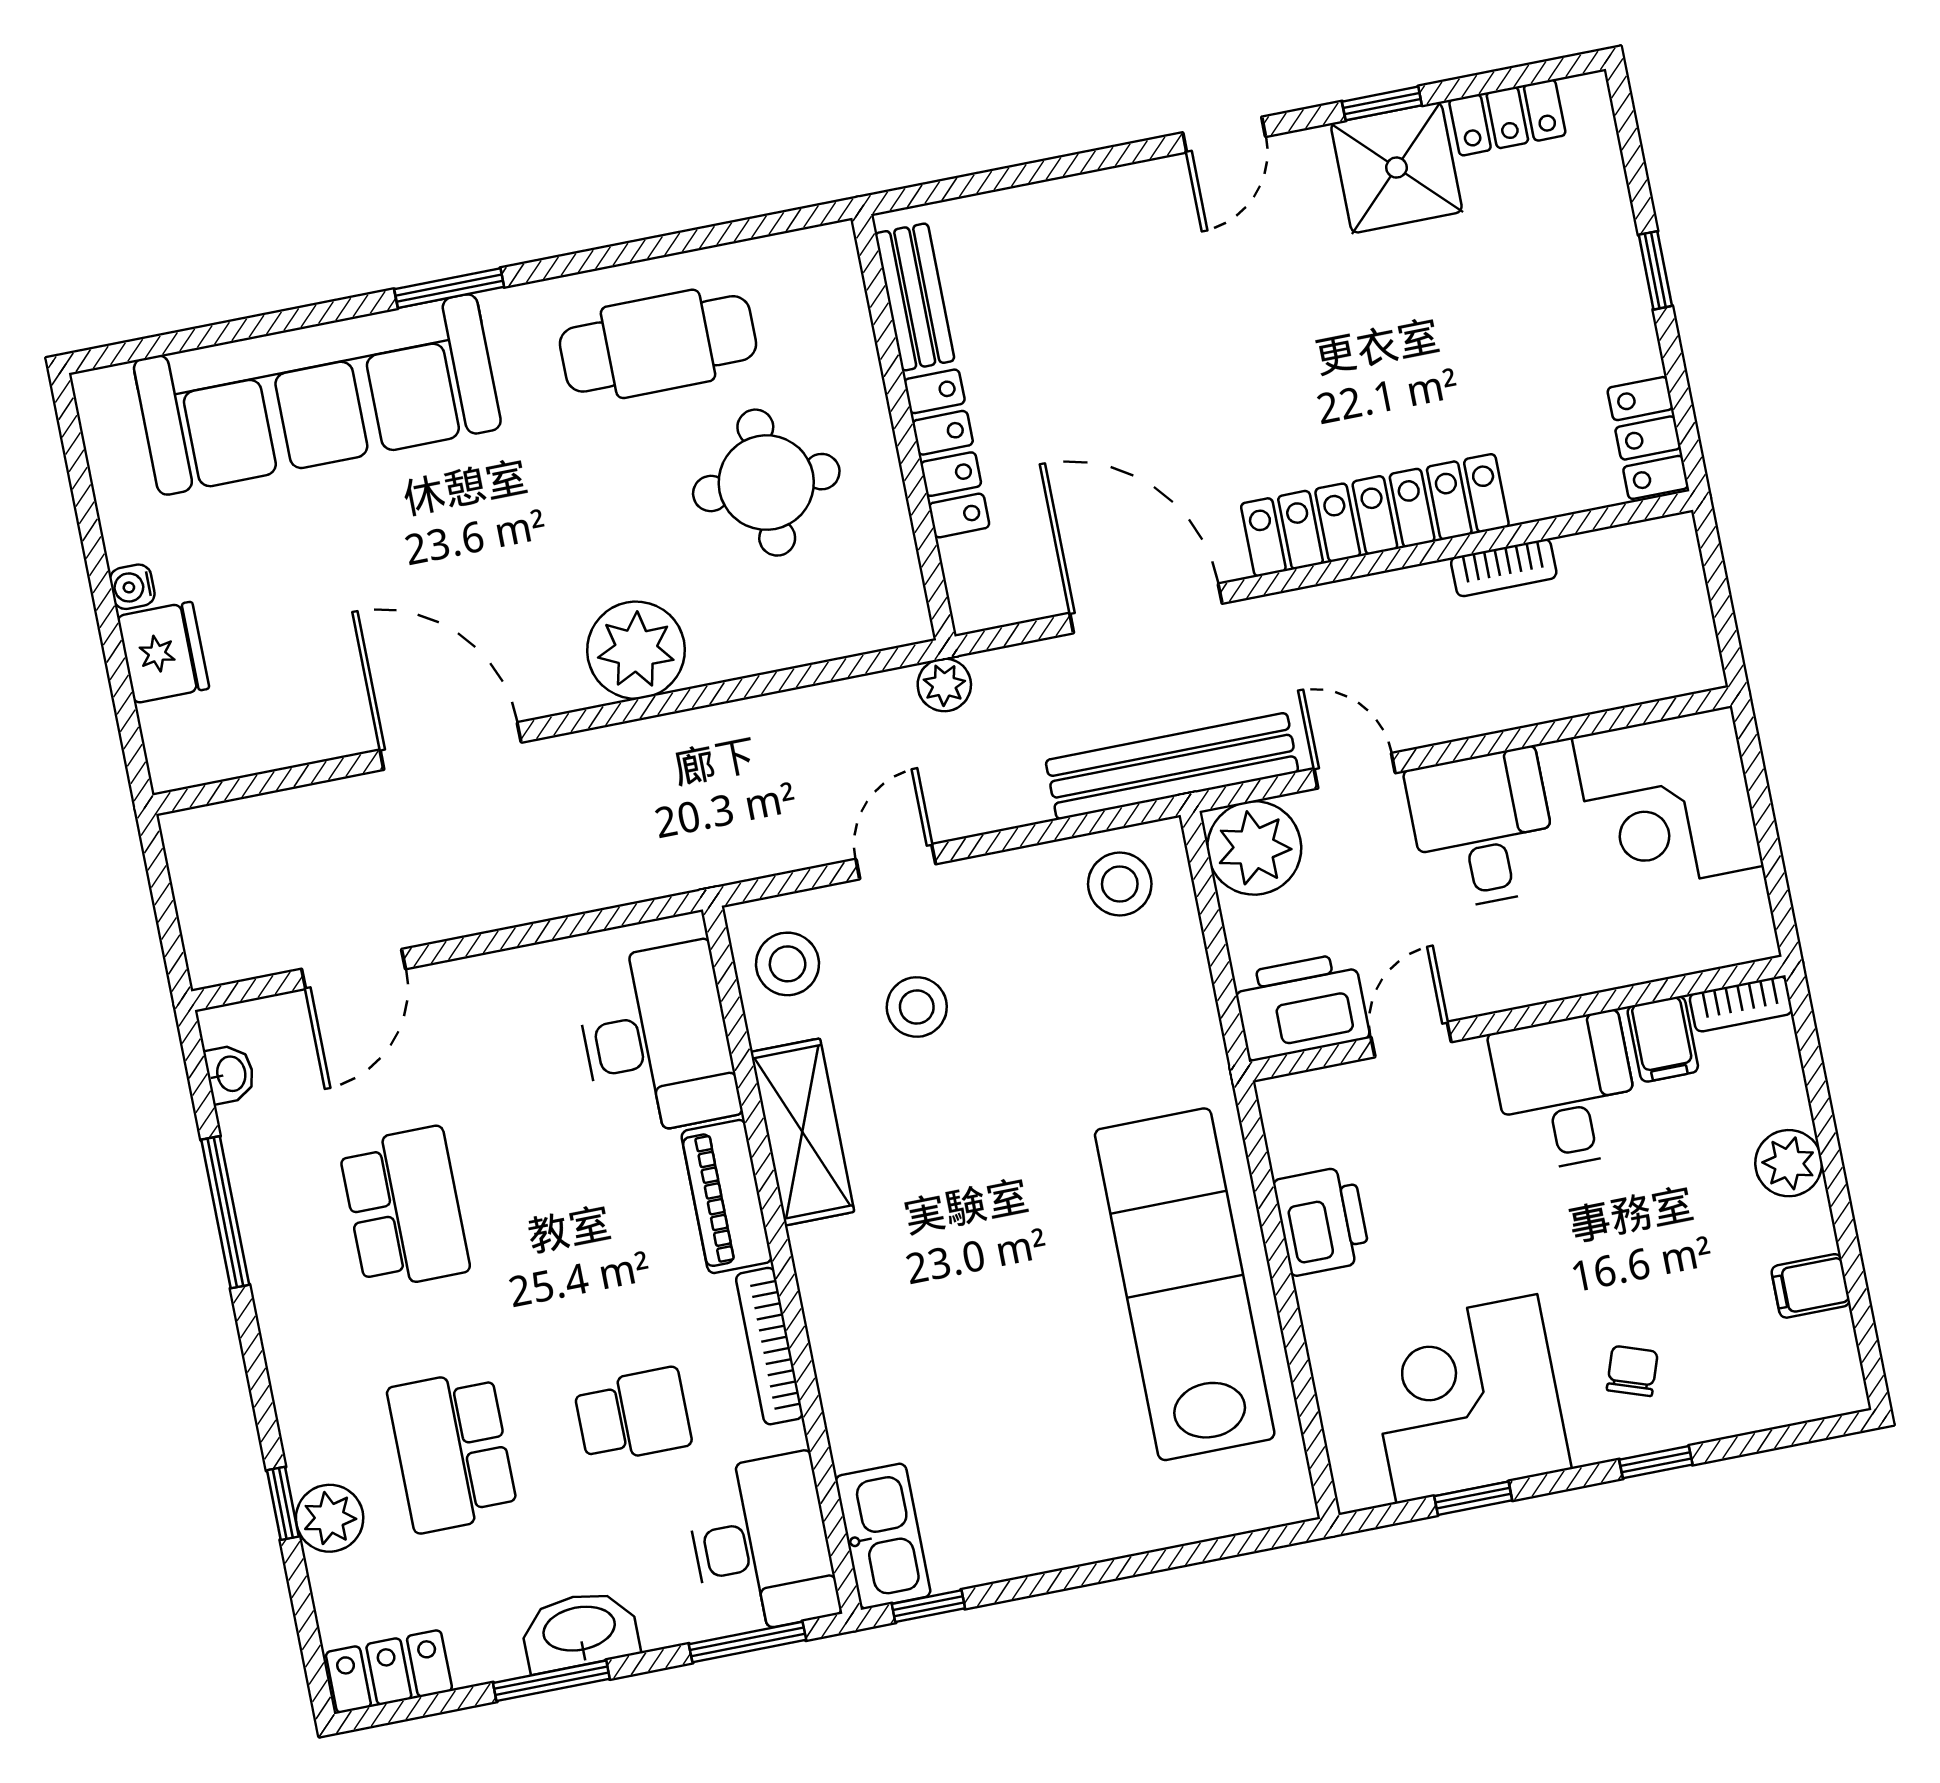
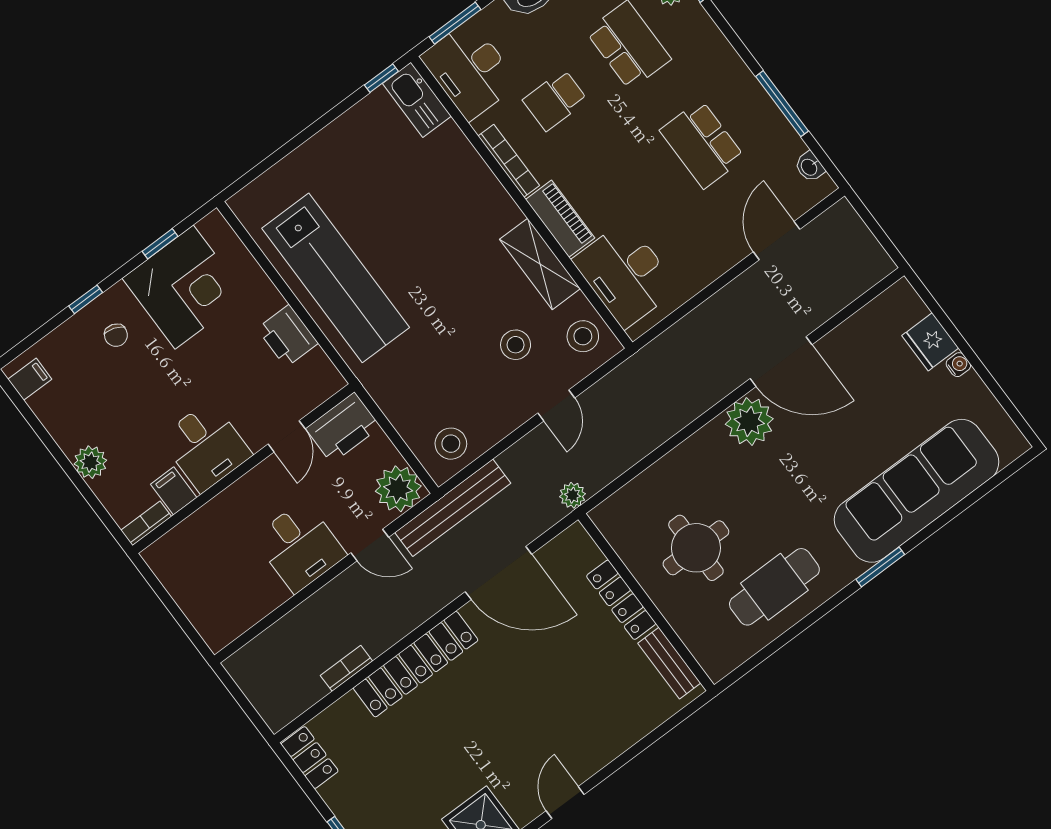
plant: (636, 650) -> (749, 421), moved
corner desk: (1668, 802) -> (223, 598), removed
filing cabinet: (1811, 1286) -> (30, 379), moved

